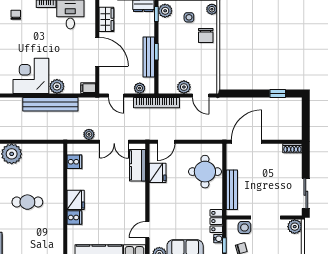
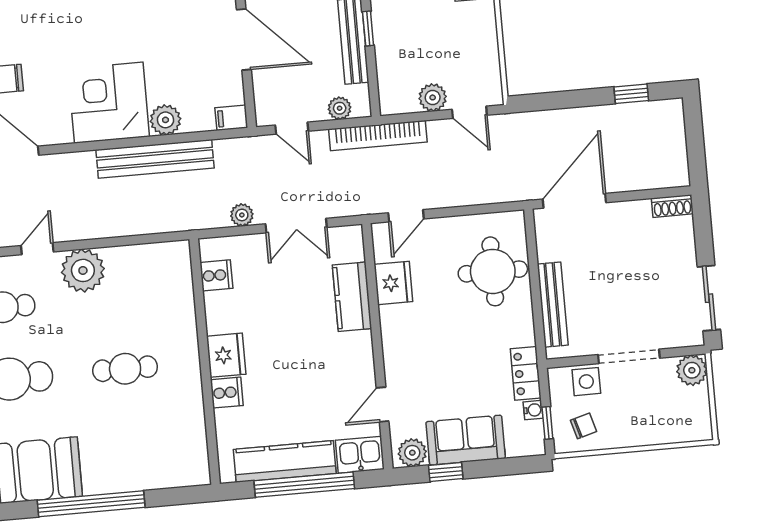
kitchen counter: (138, 165) -> (352, 297), moved

